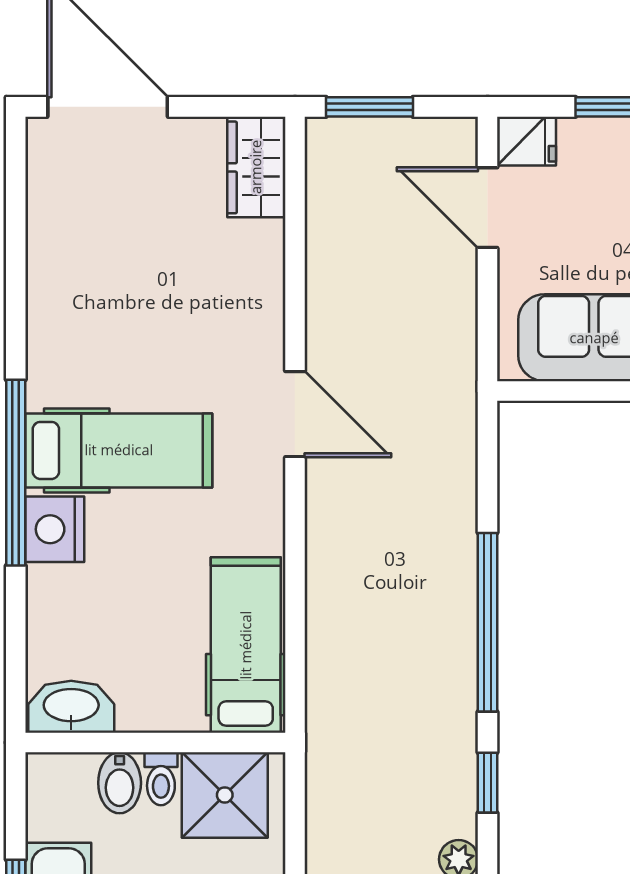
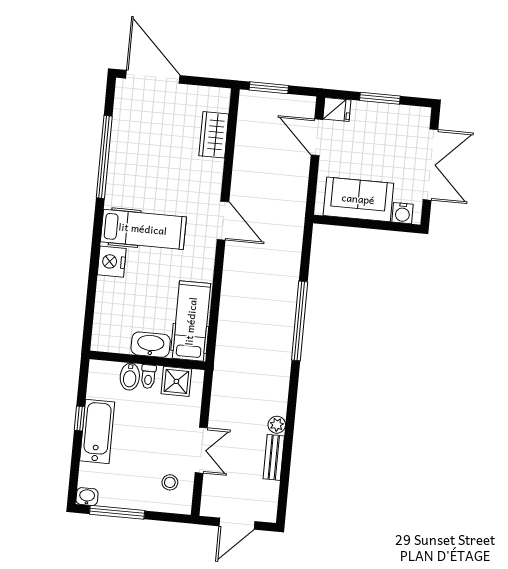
wardrobe: (256, 167) -> (214, 135), moved
window: (16, 473) -> (104, 157), moved
washbasin: (71, 707) -> (151, 345), moved
window: (488, 783) -> (293, 392), removed
shower: (225, 795) -> (176, 381), width x0.73, depth x0.73

